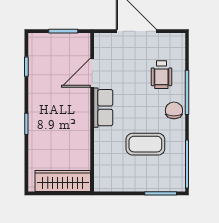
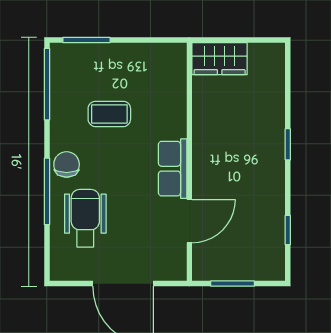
wheelchair: (161, 75) -> (85, 218), width x1.36, depth x1.37
chair: (174, 110) -> (67, 164), turned 180
coffee table: (145, 144) -> (109, 114), width x0.73, depth x0.77
wardrobe: (63, 181) -> (220, 59), width x0.67

